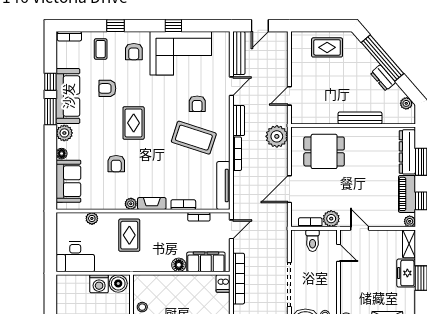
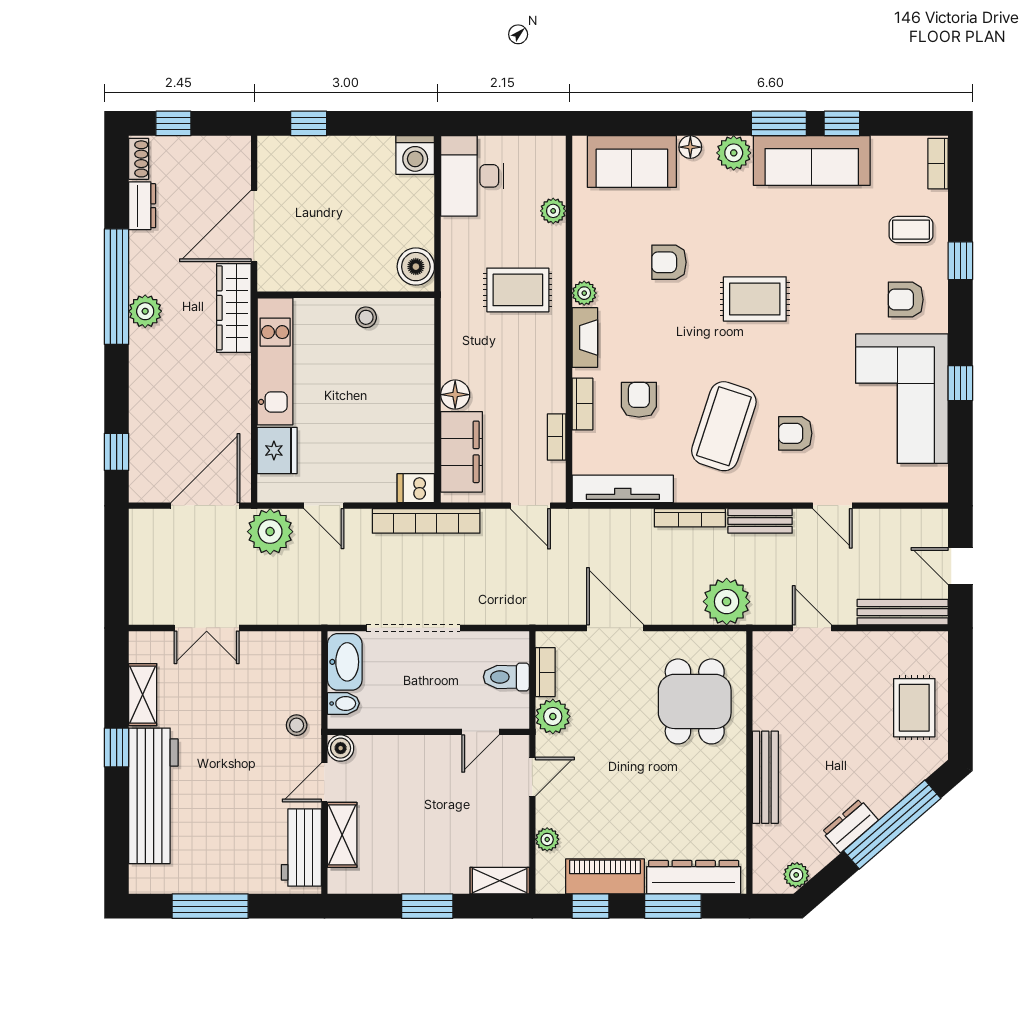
bench: (239, 53) -> (903, 612), moved
armchair: (107, 88) -> (639, 400), moved
plant: (410, 221) -> (547, 839), moved
freezer: (406, 273) -> (438, 875), removed
washing machine: (99, 284) -> (415, 155), moved, turned -90

